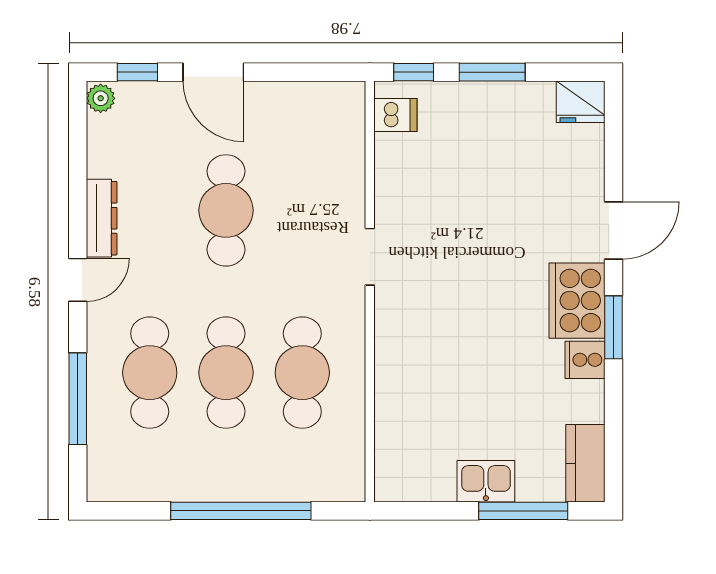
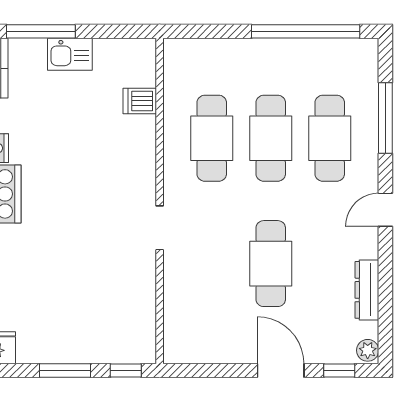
dishwasher: (395, 115) -> (140, 101), moved
dresser: (102, 218) -> (367, 290), moved
window: (241, 511) -> (306, 31), moved

